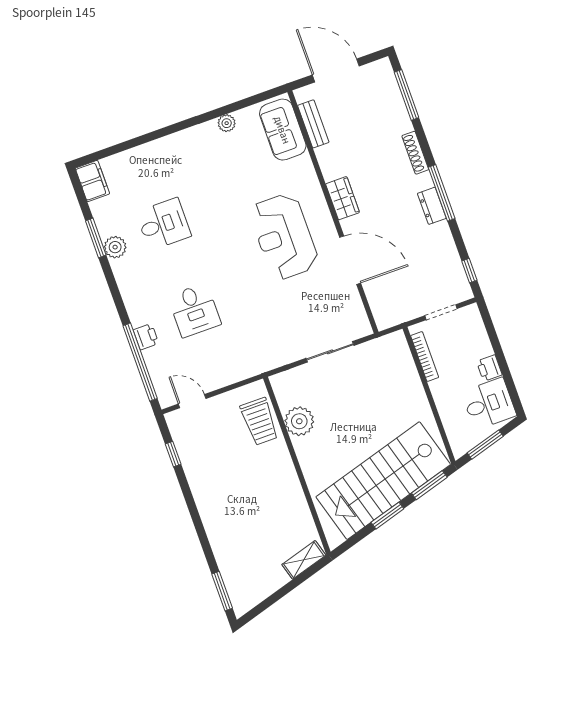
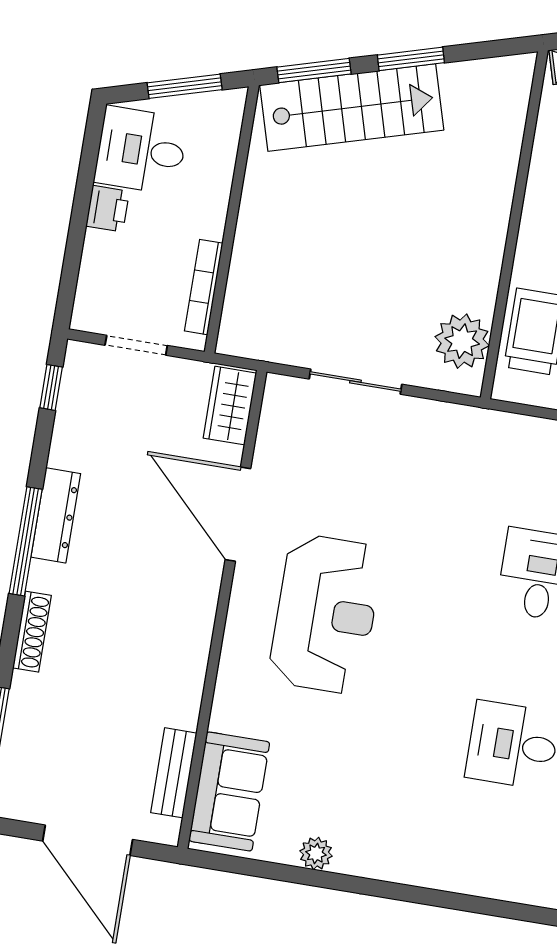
wardrobe: (343, 198) -> (230, 406), moved
dresser: (432, 206) -> (56, 515), width x1.44
plant: (299, 421) -> (462, 341), moved
stairs: (383, 481) -> (352, 108), width x0.73, depth x0.66

